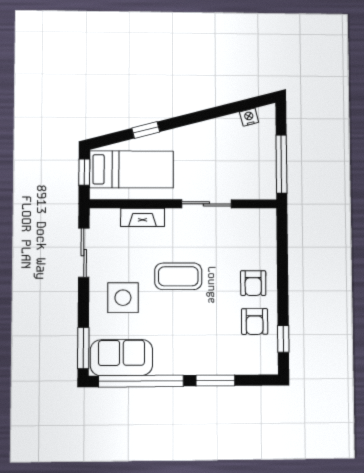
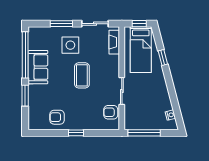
fireplace: (143, 217) -> (114, 42), moved
armchair: (253, 283) -> (111, 112), moved
window: (283, 339) -> (76, 133), moved
window: (83, 348) -> (61, 24), moved
sofa: (121, 358) -> (38, 67), moved

